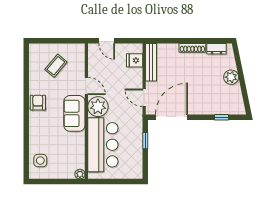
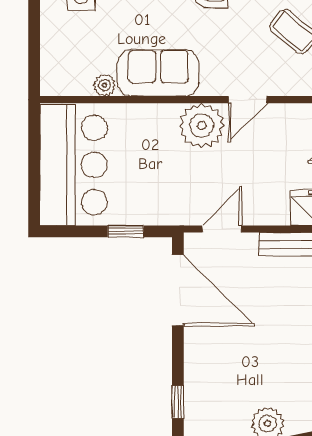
sofa: (74, 113) -> (158, 73), moved
bar counter: (103, 145) -> (73, 165), moved, turned -90
plant: (80, 174) -> (104, 85), moved

